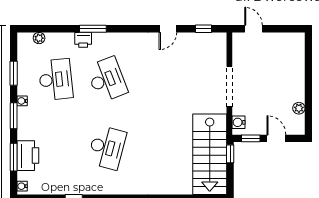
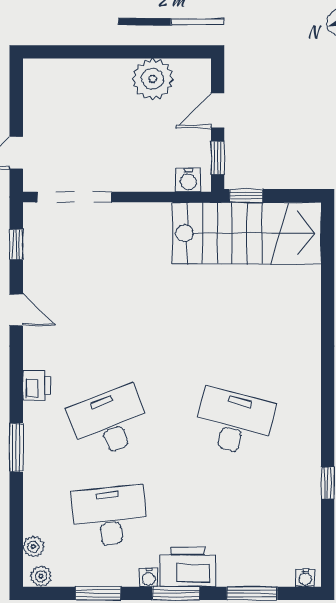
printer: (83, 40) -> (37, 385), moved
plant: (23, 42) -> (41, 576), added
doorway: (229, 87) -> (75, 197), moved
plant: (299, 108) -> (153, 79), width x1.88, depth x1.88
printer: (28, 156) -> (188, 567), moved

